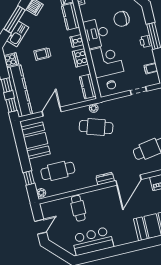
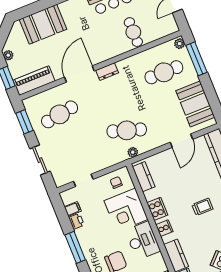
printer: (146, 41) -> (76, 221), moved
window: (29, 178) -> (197, 59), width x2.17

